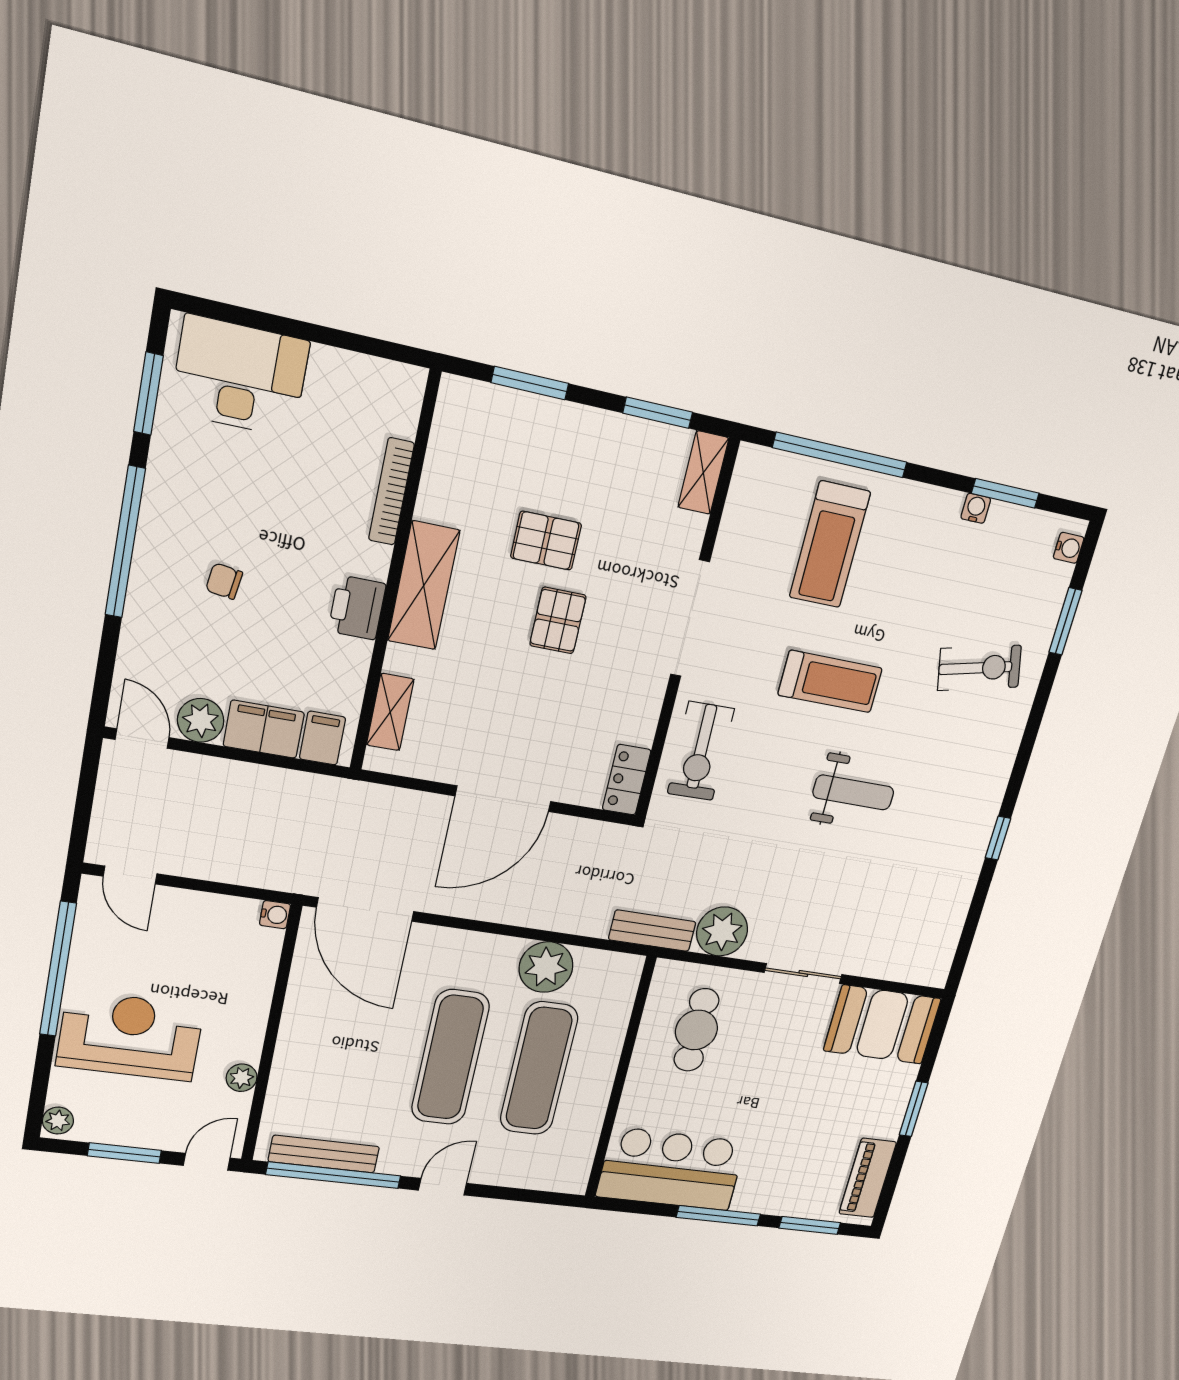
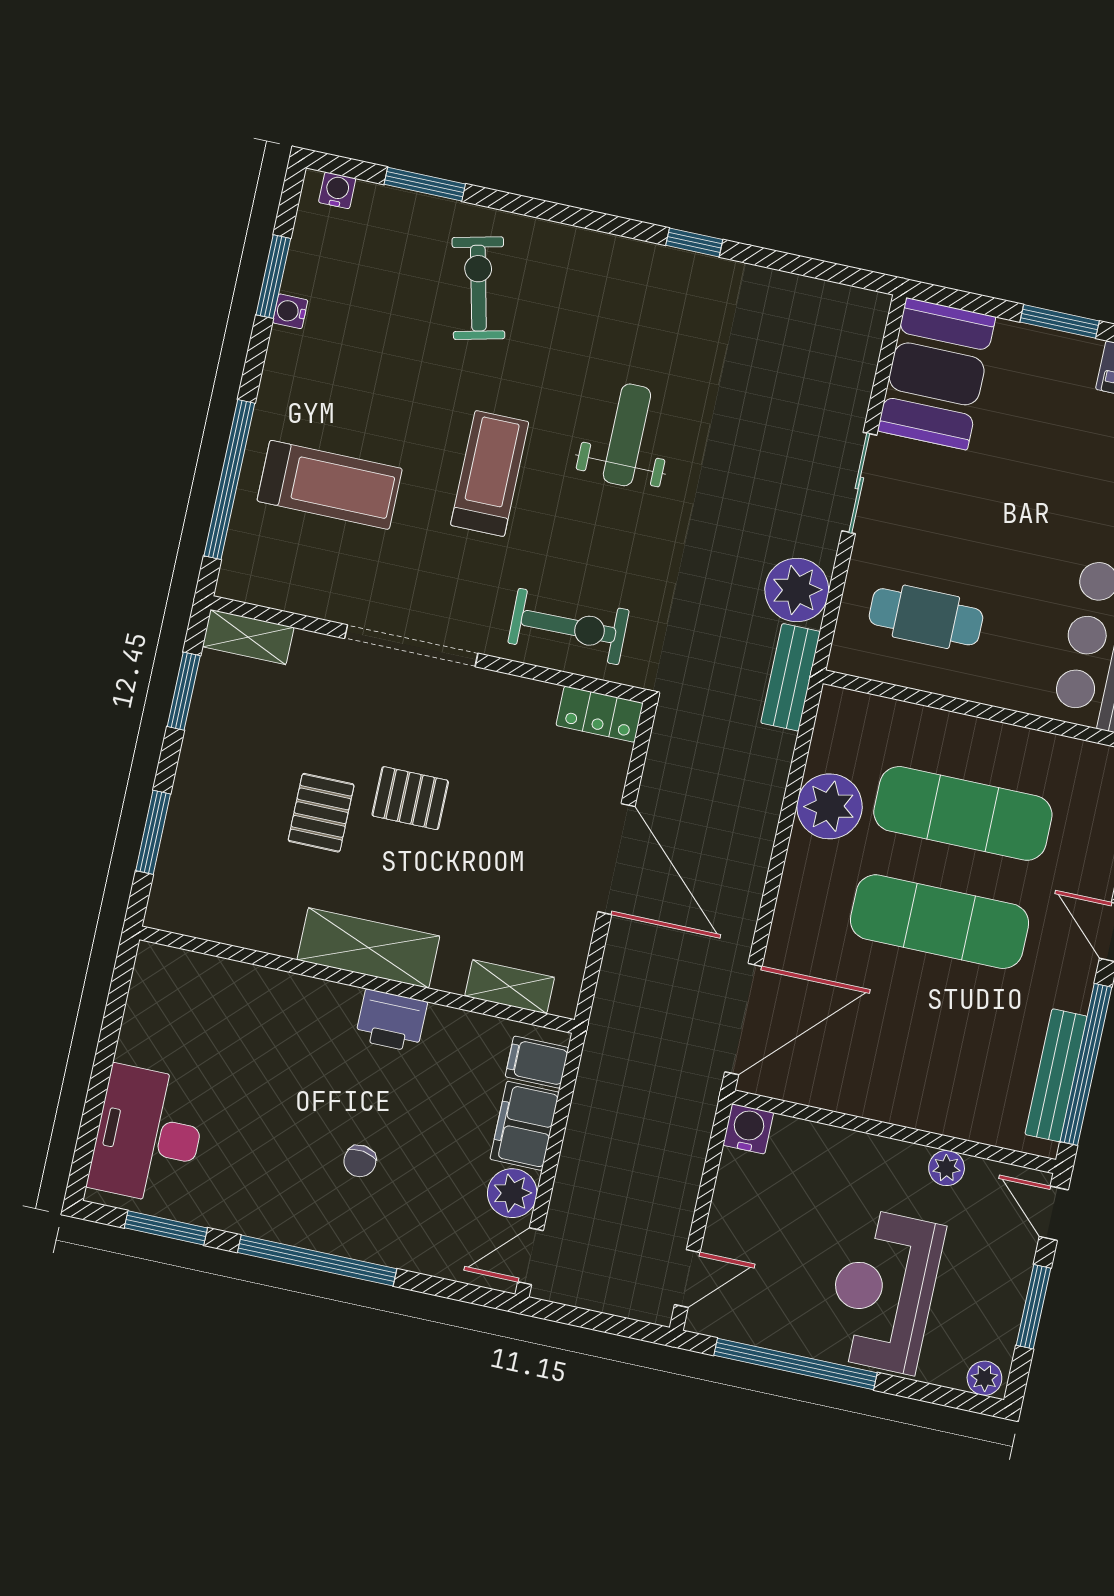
bookcase: (391, 492) -> (267, 981), removed
water cooler: (275, 915) -> (748, 1129), width x1.38, depth x1.38

